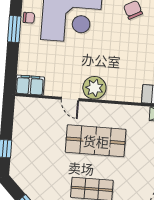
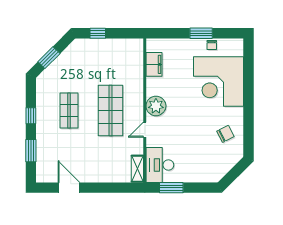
filing cabinet: (30, 85) -> (154, 64), moved
door: (70, 99) -> (145, 130), moved

